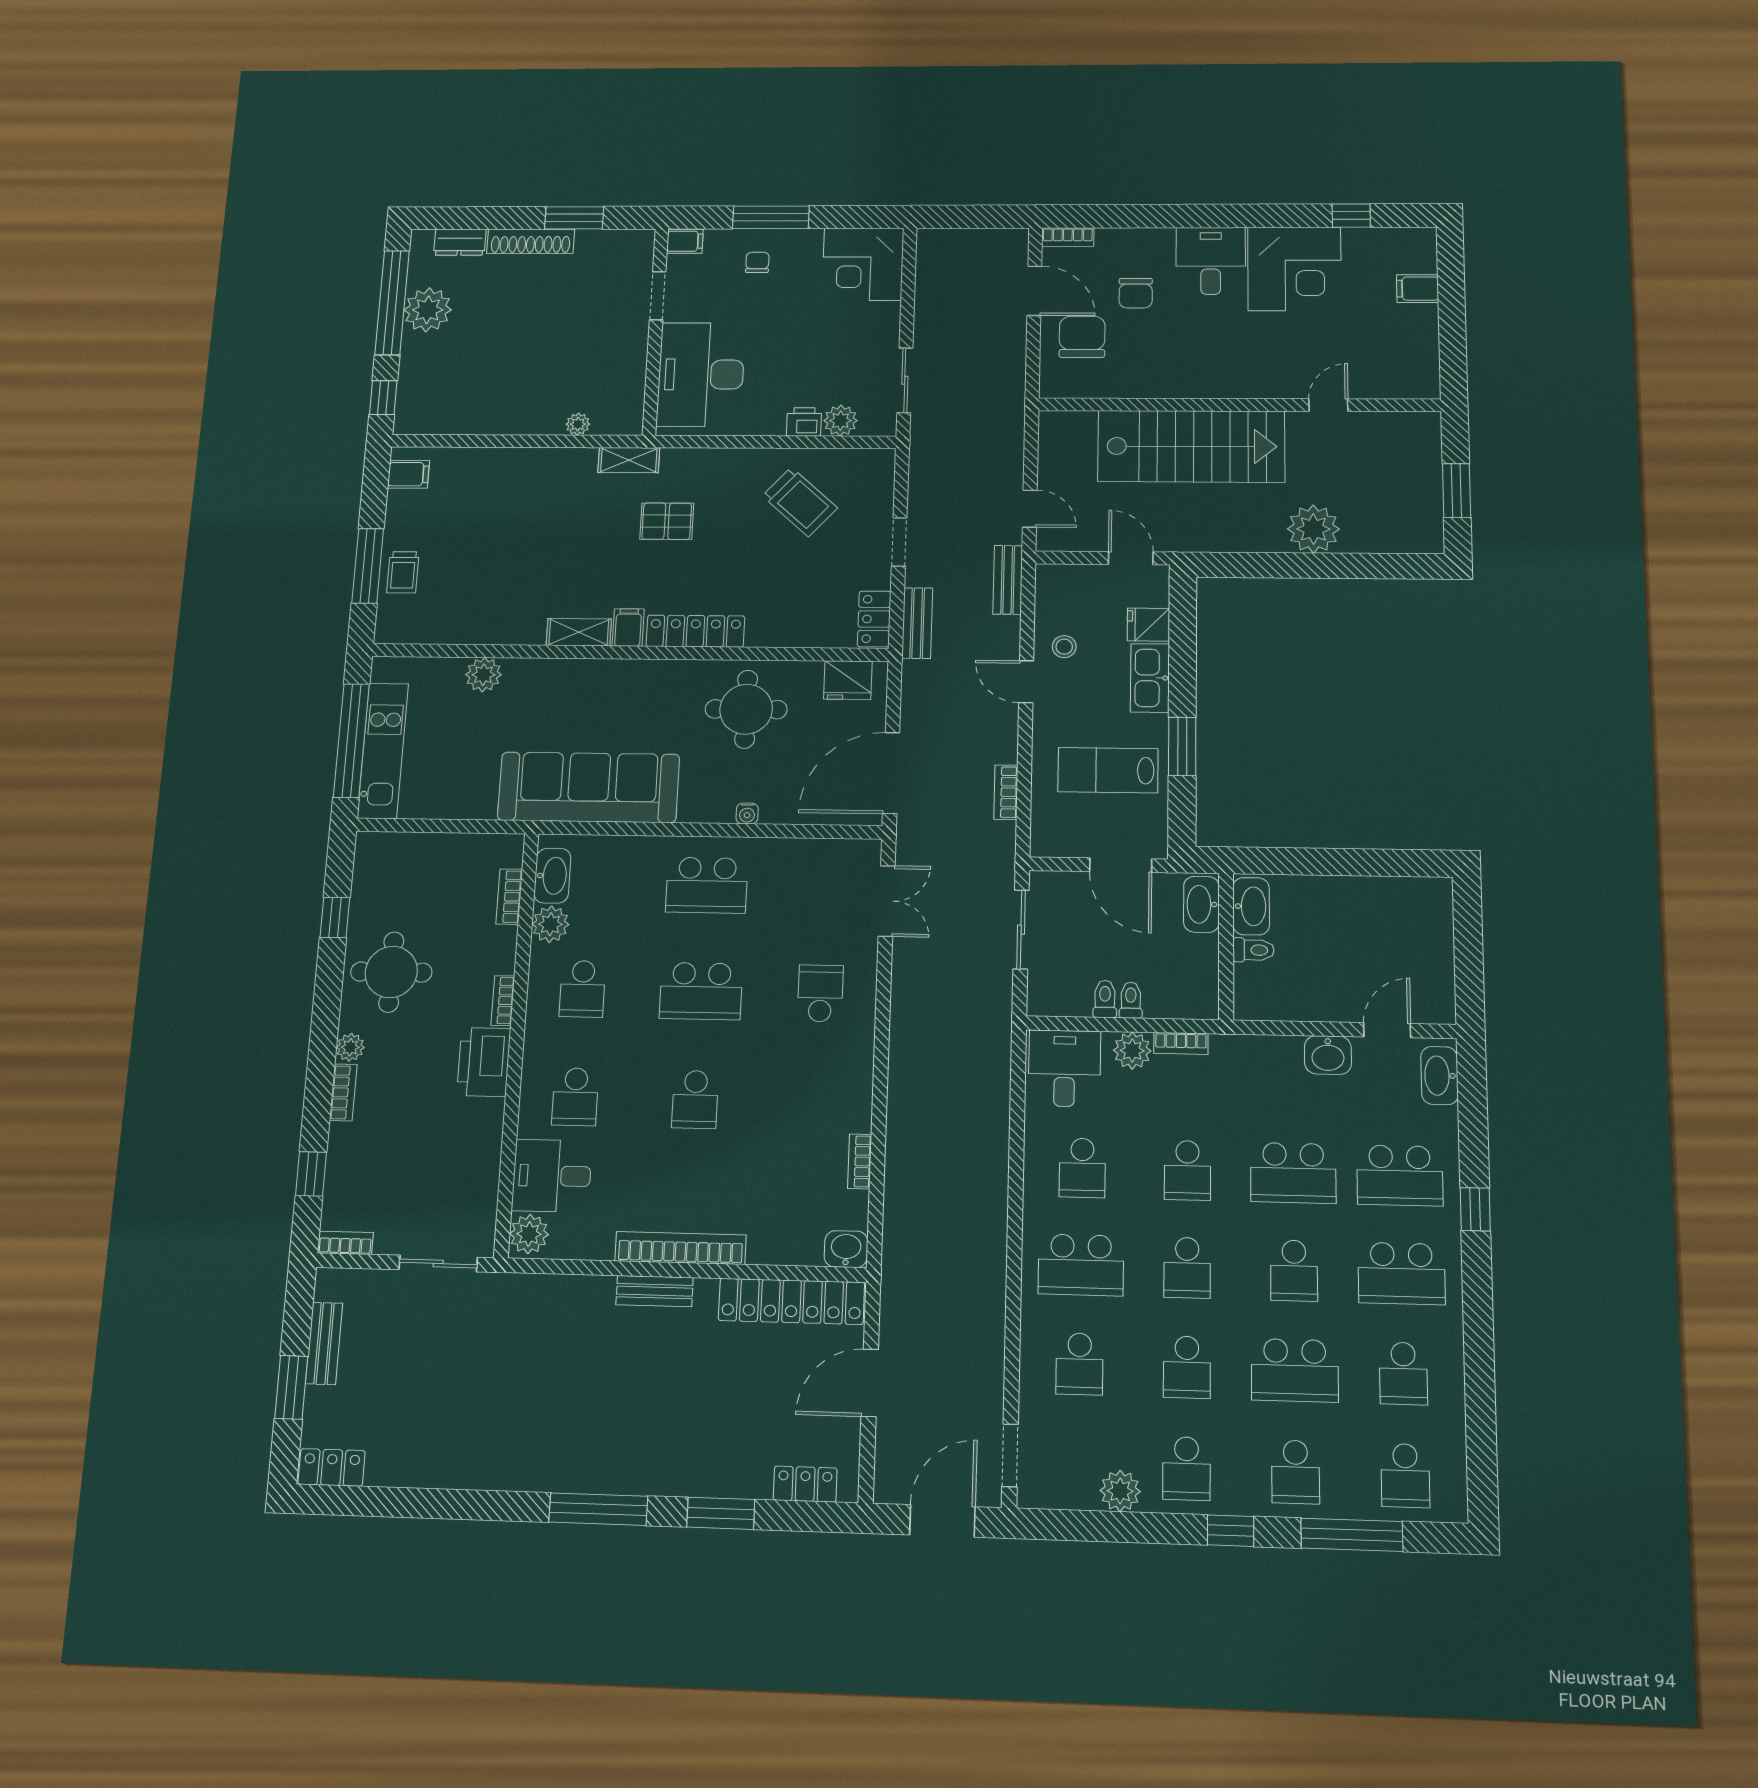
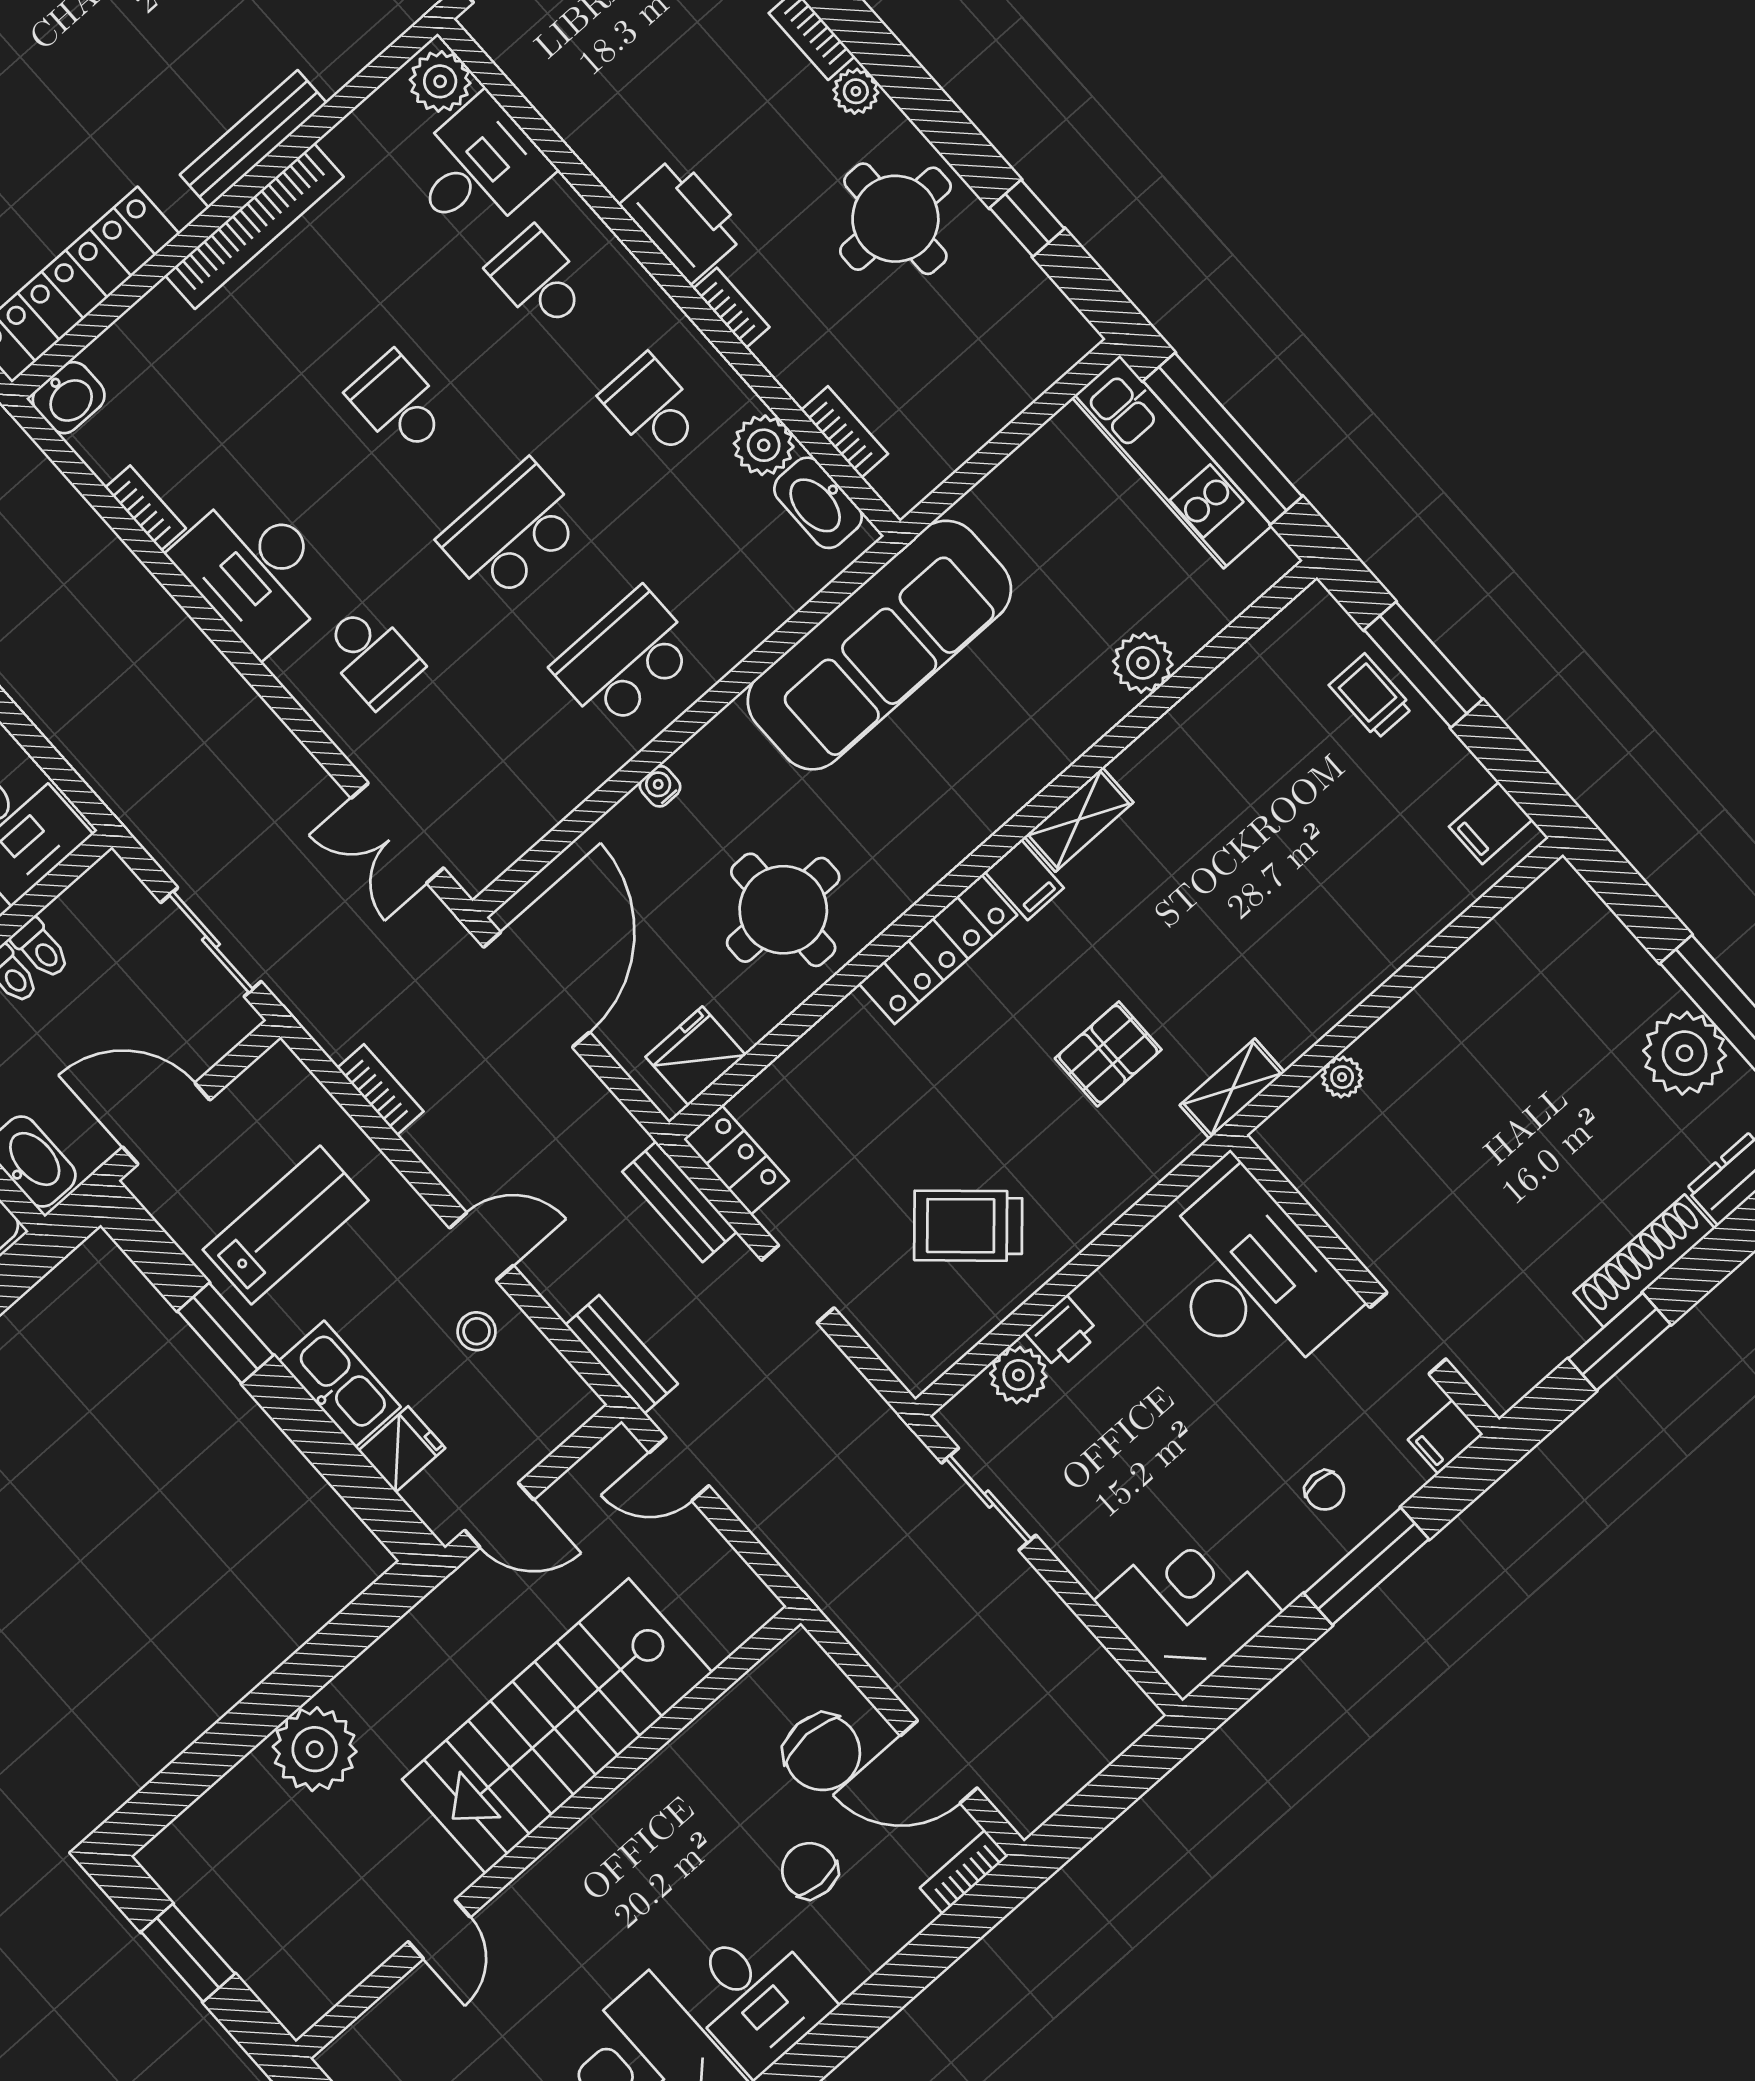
window: (383, 398) -> (1624, 890), removed
desk: (836, 1084) -> (255, 570), added
bench: (655, 1291) -> (253, 139), width x1.36

